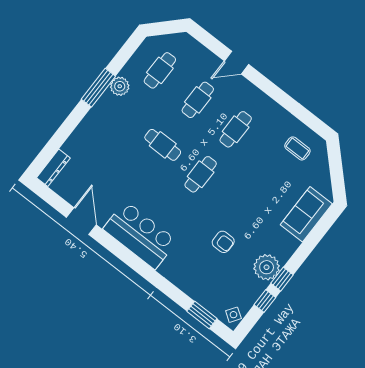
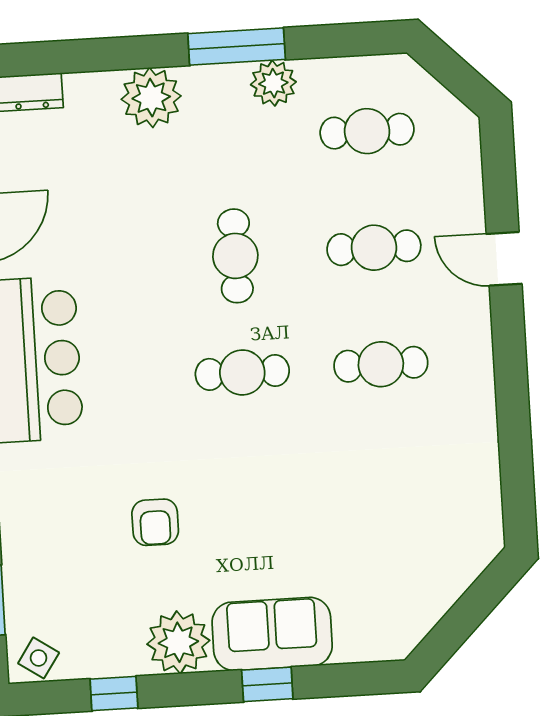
plant: (91, 128) -> (151, 98), added
coffee table: (297, 148) -> (445, 508), removed
sofa: (306, 214) -> (272, 634), moved
window: (282, 279) -> (267, 684), moved

